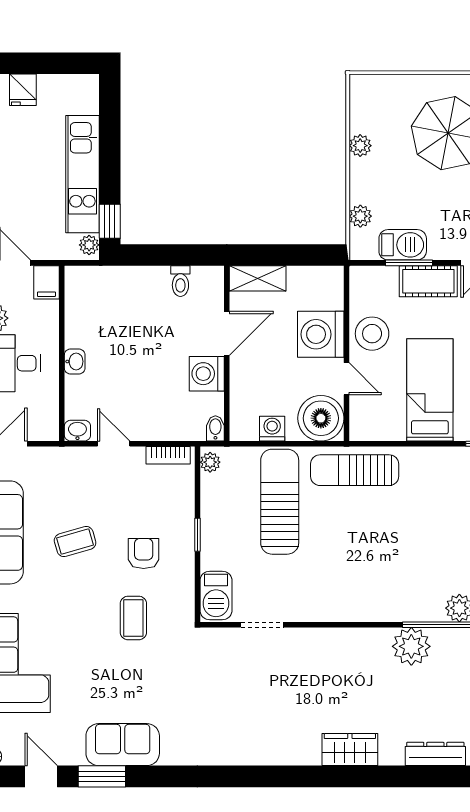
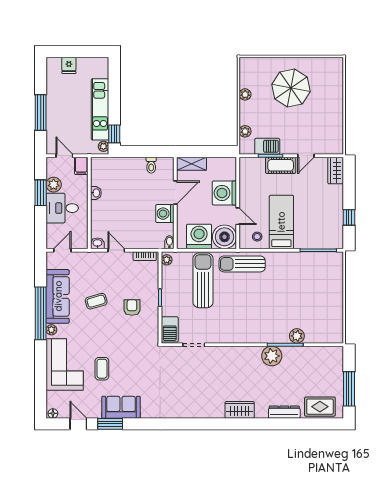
stool: (372, 334) -> (257, 237), moved, width x0.53, depth x0.53
washbasin: (75, 361) -> (96, 193), moved
washing machine: (272, 429) -> (199, 236), width x1.89, depth x1.89
coffee table: (133, 618) -> (102, 369), moved

